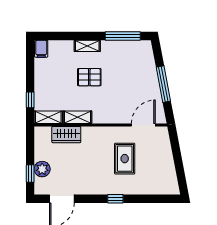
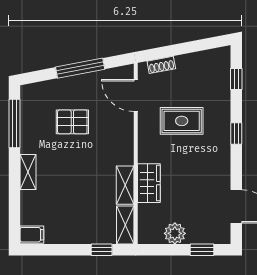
pallet: (89, 77) -> (72, 122), moved, turned 90
wardrobe: (66, 135) -> (149, 183), moved
shoe rack: (166, 144) -> (161, 65), added
plant: (42, 169) -> (175, 233), moved
window: (155, 199) -> (236, 79), added

